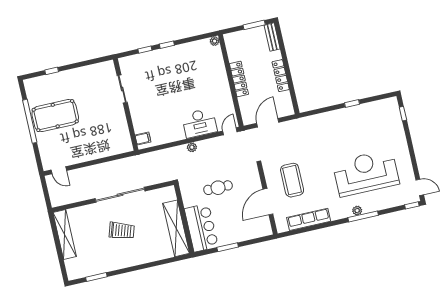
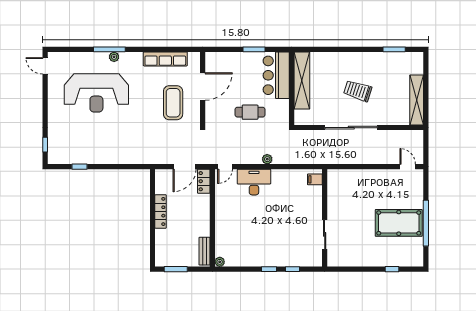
bench: (272, 37) -> (205, 251), moved
locker: (239, 79) -> (204, 181), moved, width x0.66
window: (352, 104) -> (80, 167), moved
window: (412, 205) -> (57, 49), removed

